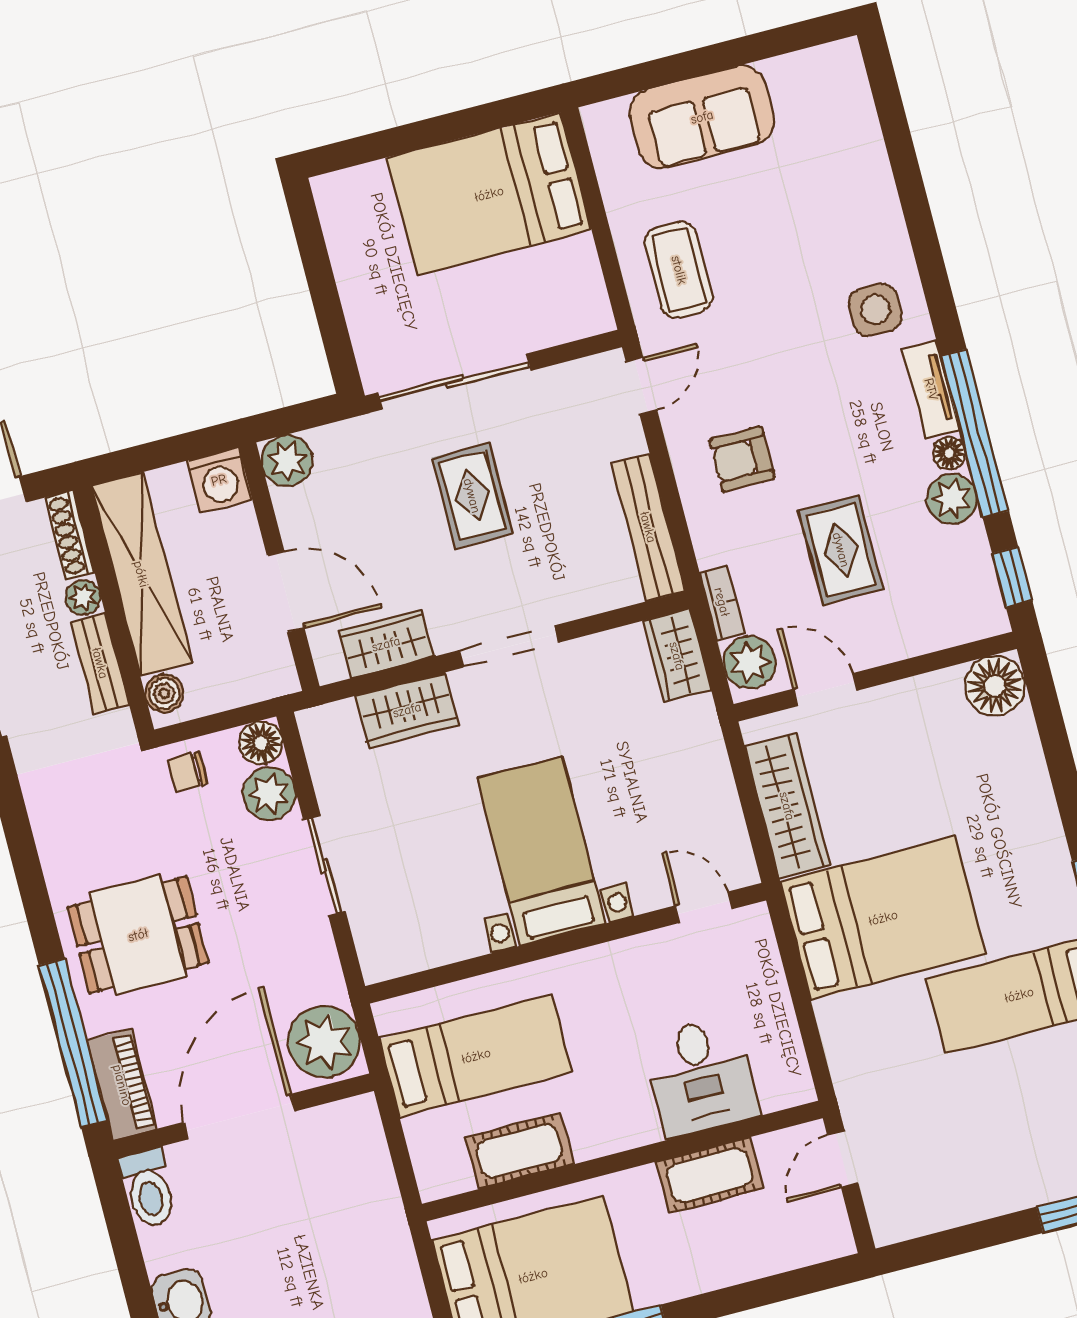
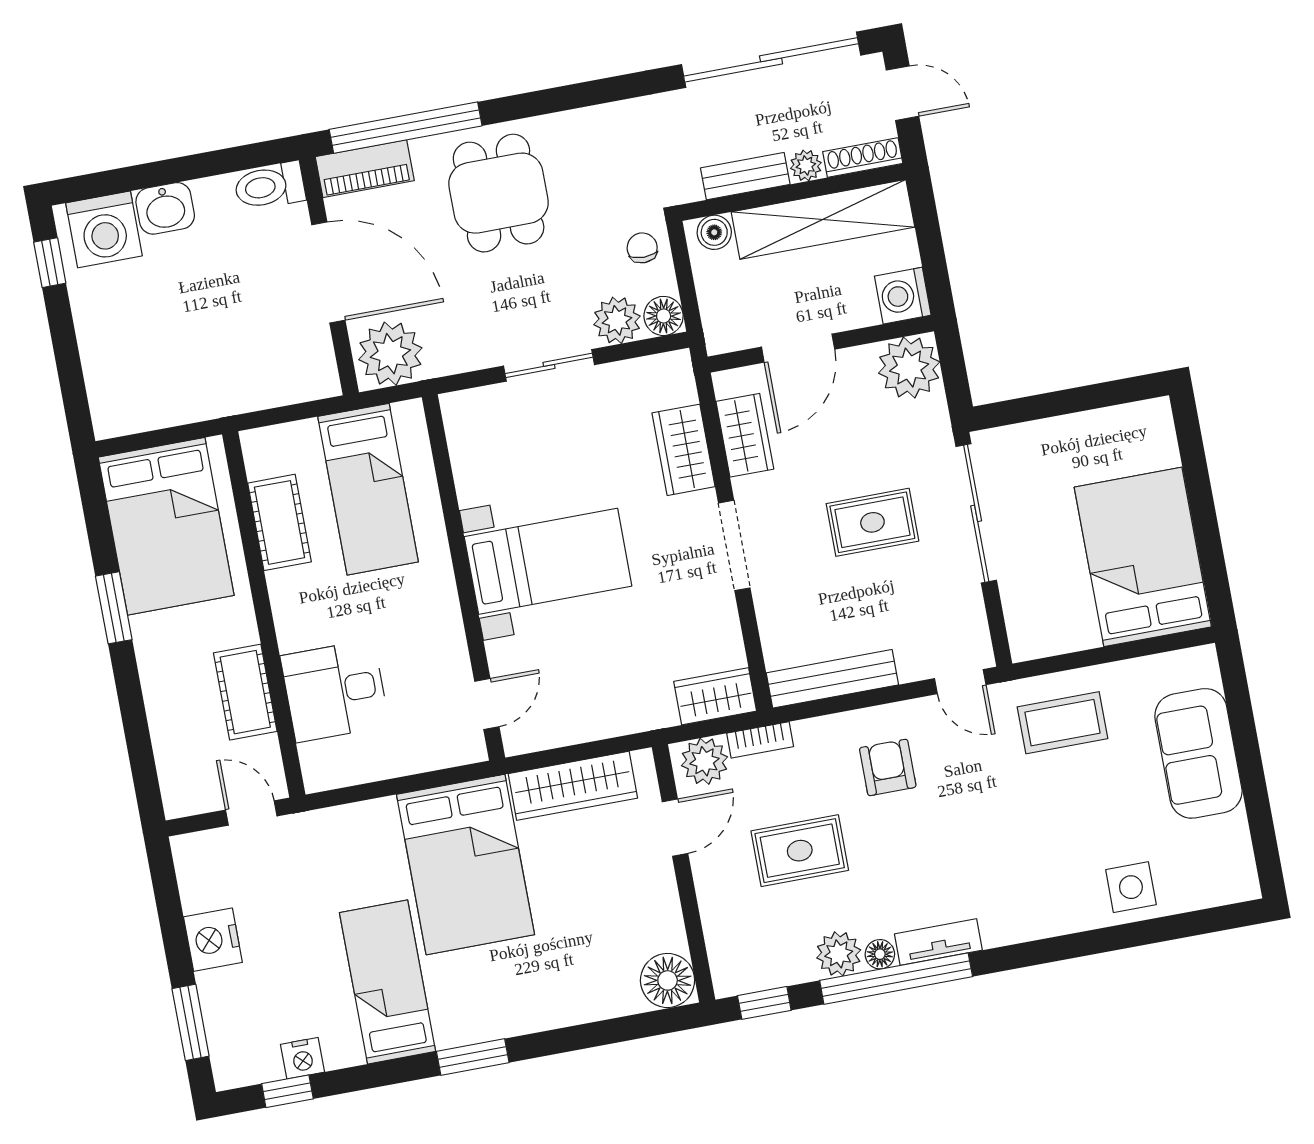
side table: (875, 310) -> (1131, 887), moved
plant: (287, 461) -> (909, 368), width x1.36, depth x1.36
nightstand: (986, 1191) -> (213, 940), added

